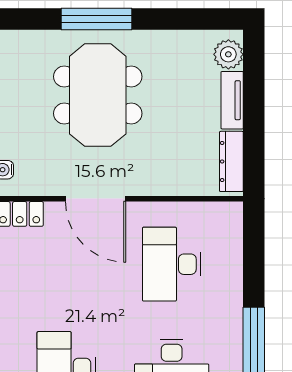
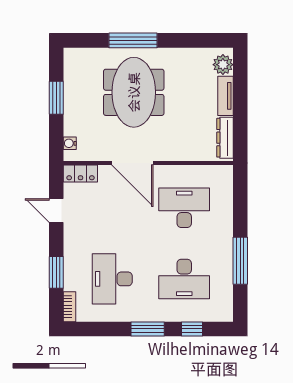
desk: (172, 264) -> (184, 208), turned 90

